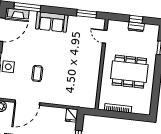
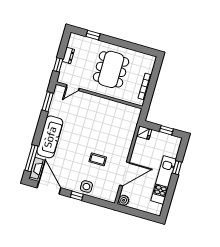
window: (136, 19) -> (58, 65), moved
sofa: (52, 22) -> (50, 137), width x1.36
door: (27, 103) -> (124, 174), hinge flipped

